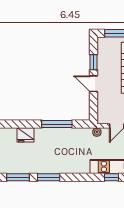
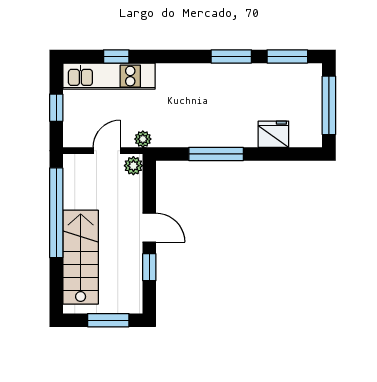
plant: (102, 118) -> (133, 166), added

